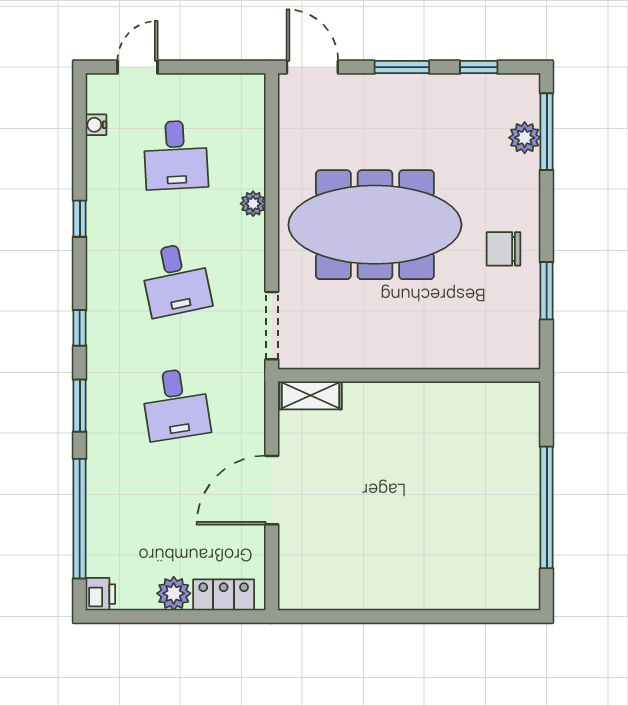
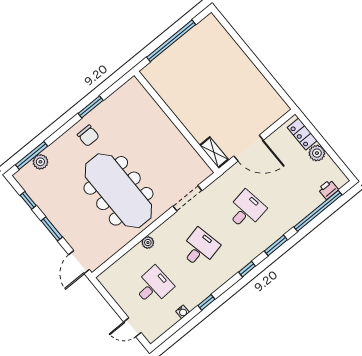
water cooler: (96, 125) -> (183, 312), moved
wall: (409, 375) -> (176, 122), moved
shelving: (311, 395) -> (214, 152), moved
printer: (100, 594) -> (328, 189), moved

